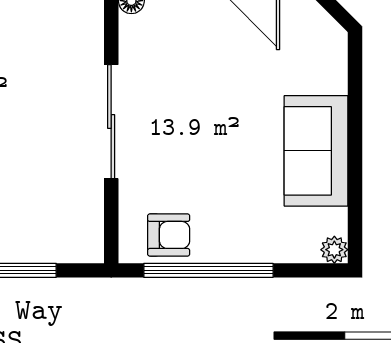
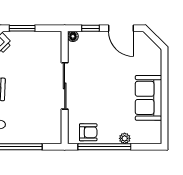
plant: (334, 250) -> (125, 138), moved

